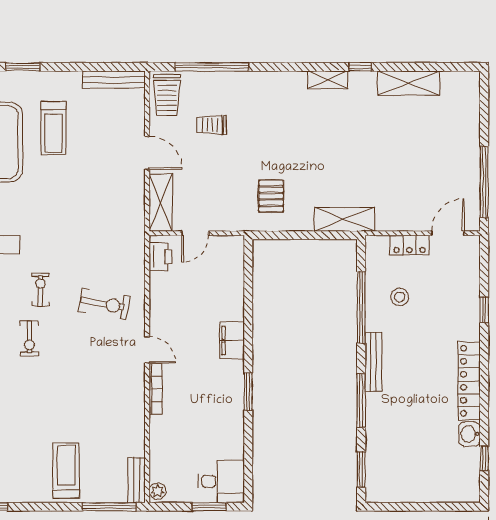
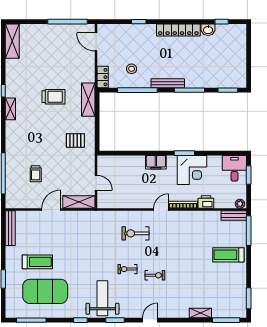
shelving: (409, 83) -> (12, 41), moved
trolley: (167, 95) -> (54, 97), moved
locker: (410, 245) -> (103, 77), moved
printer: (161, 257) -> (206, 202), moved
exercise bike: (104, 304) -> (135, 233), turned -100
corner desk: (218, 405) -> (192, 170), added

